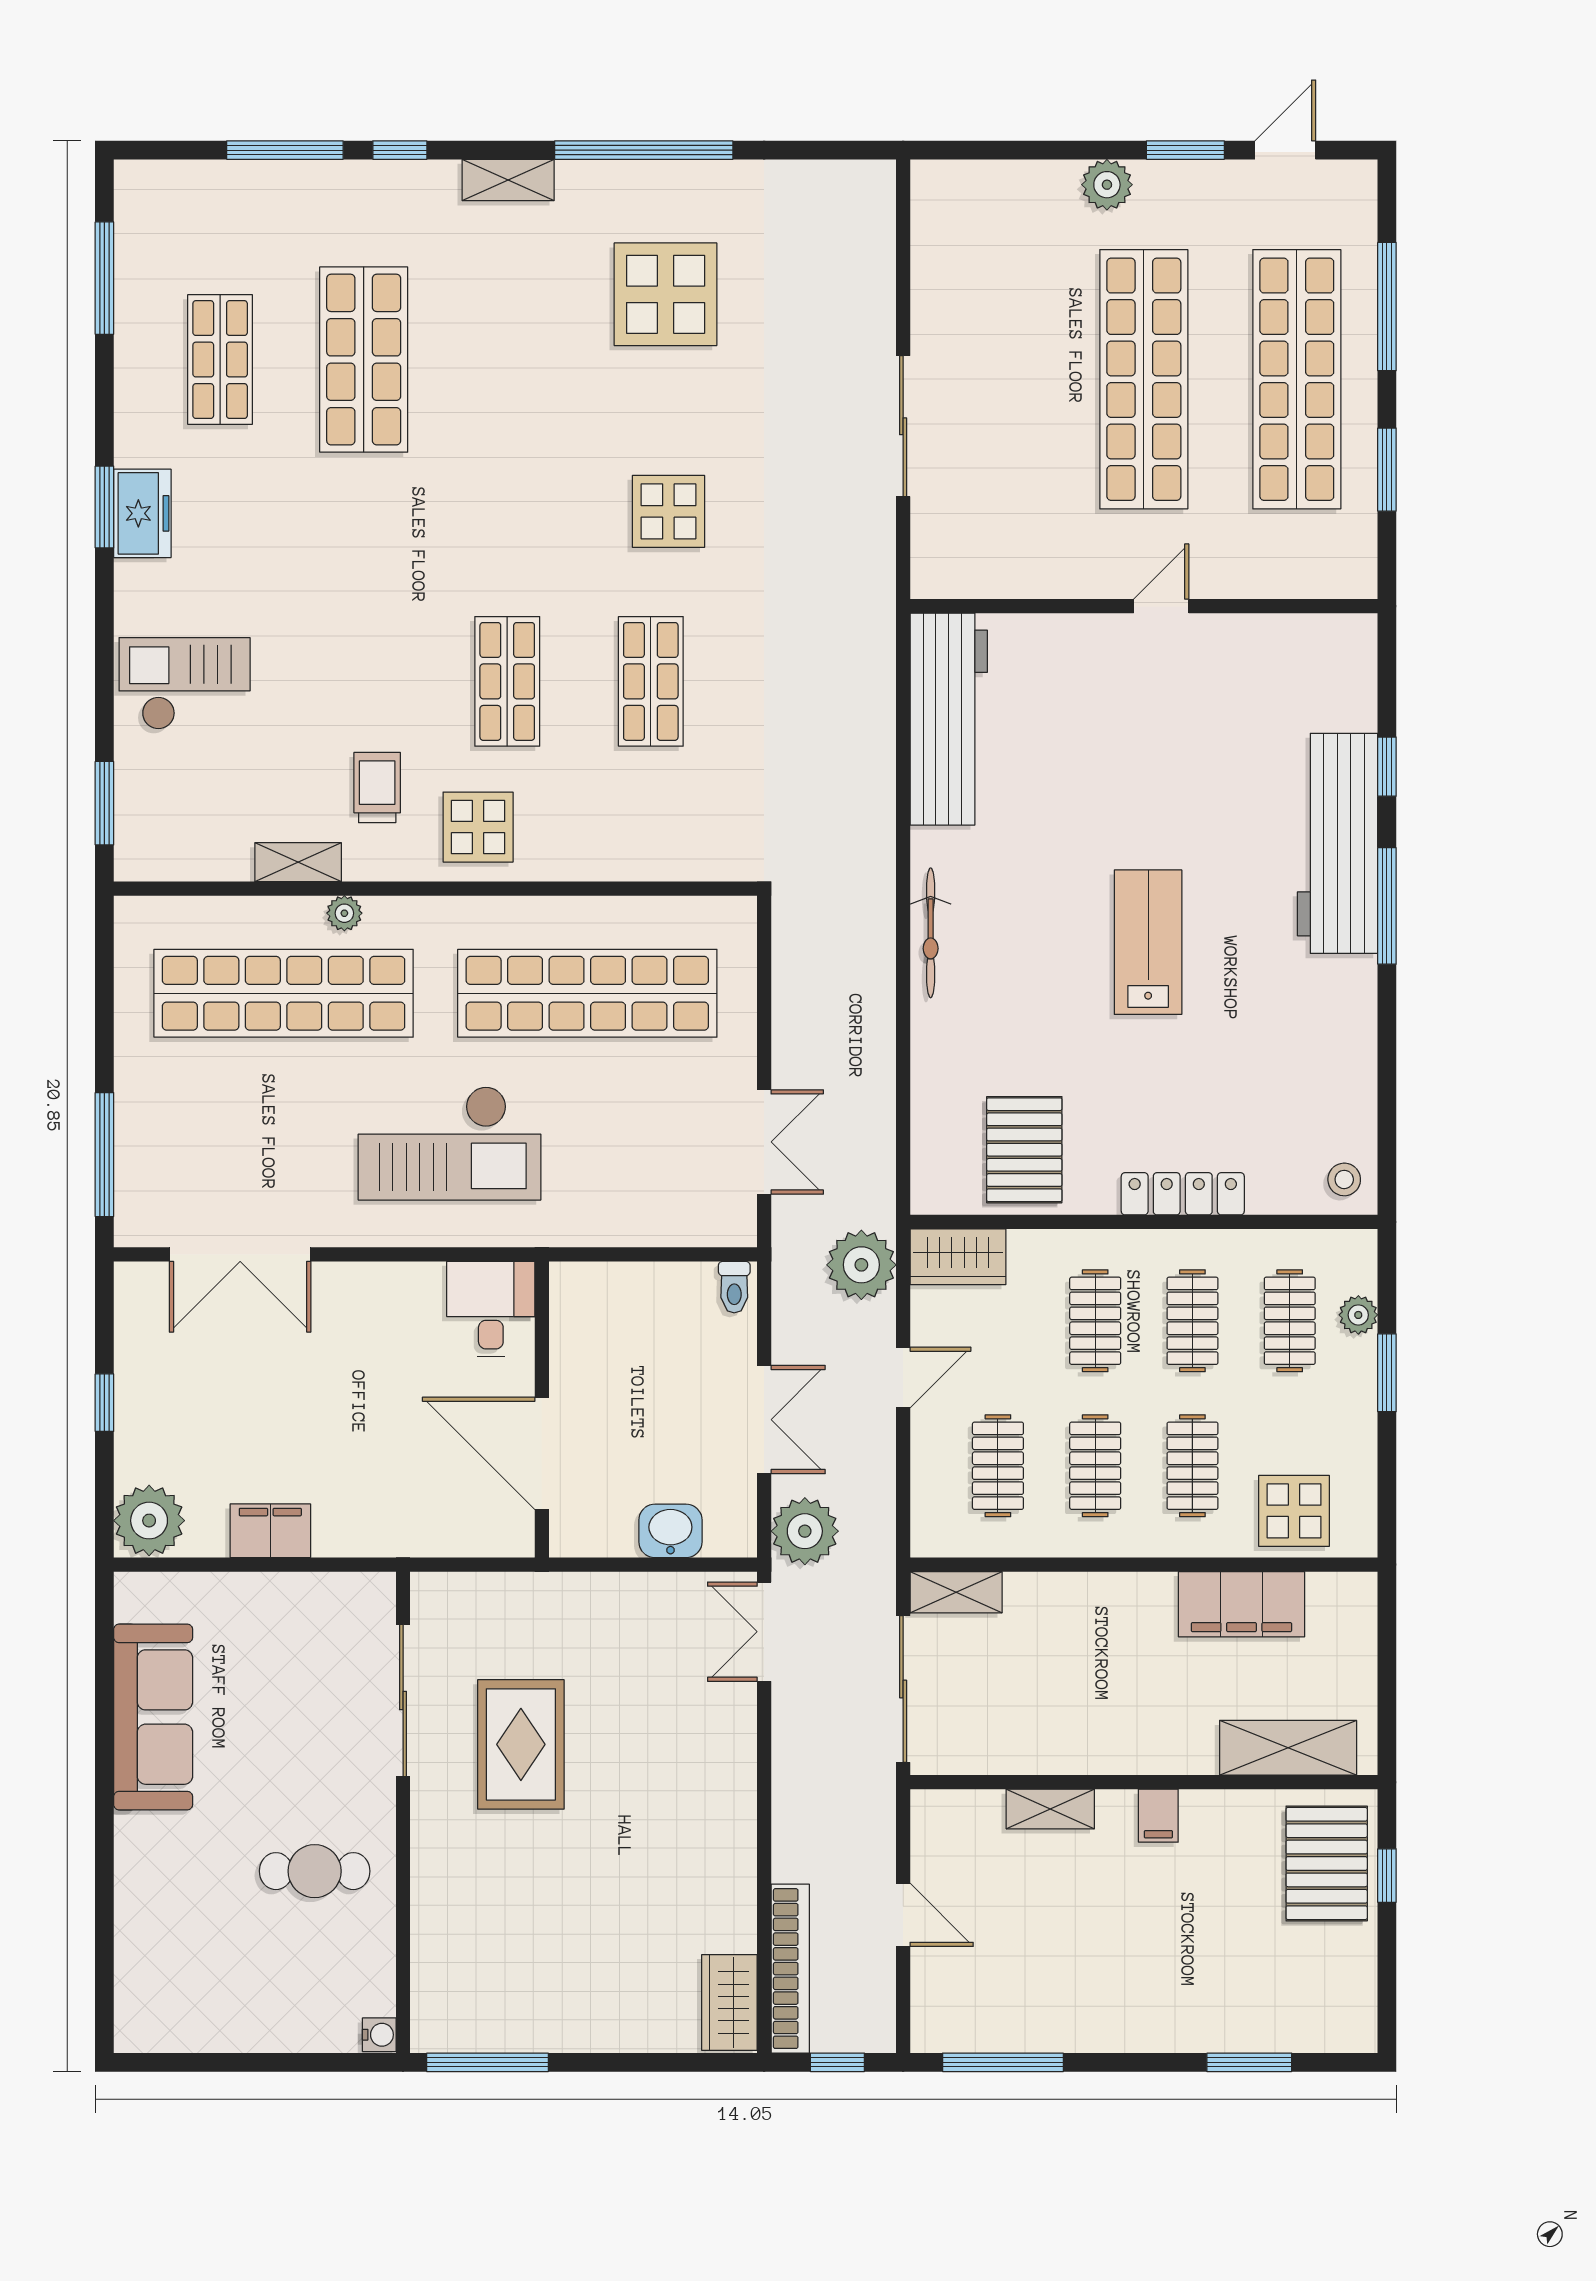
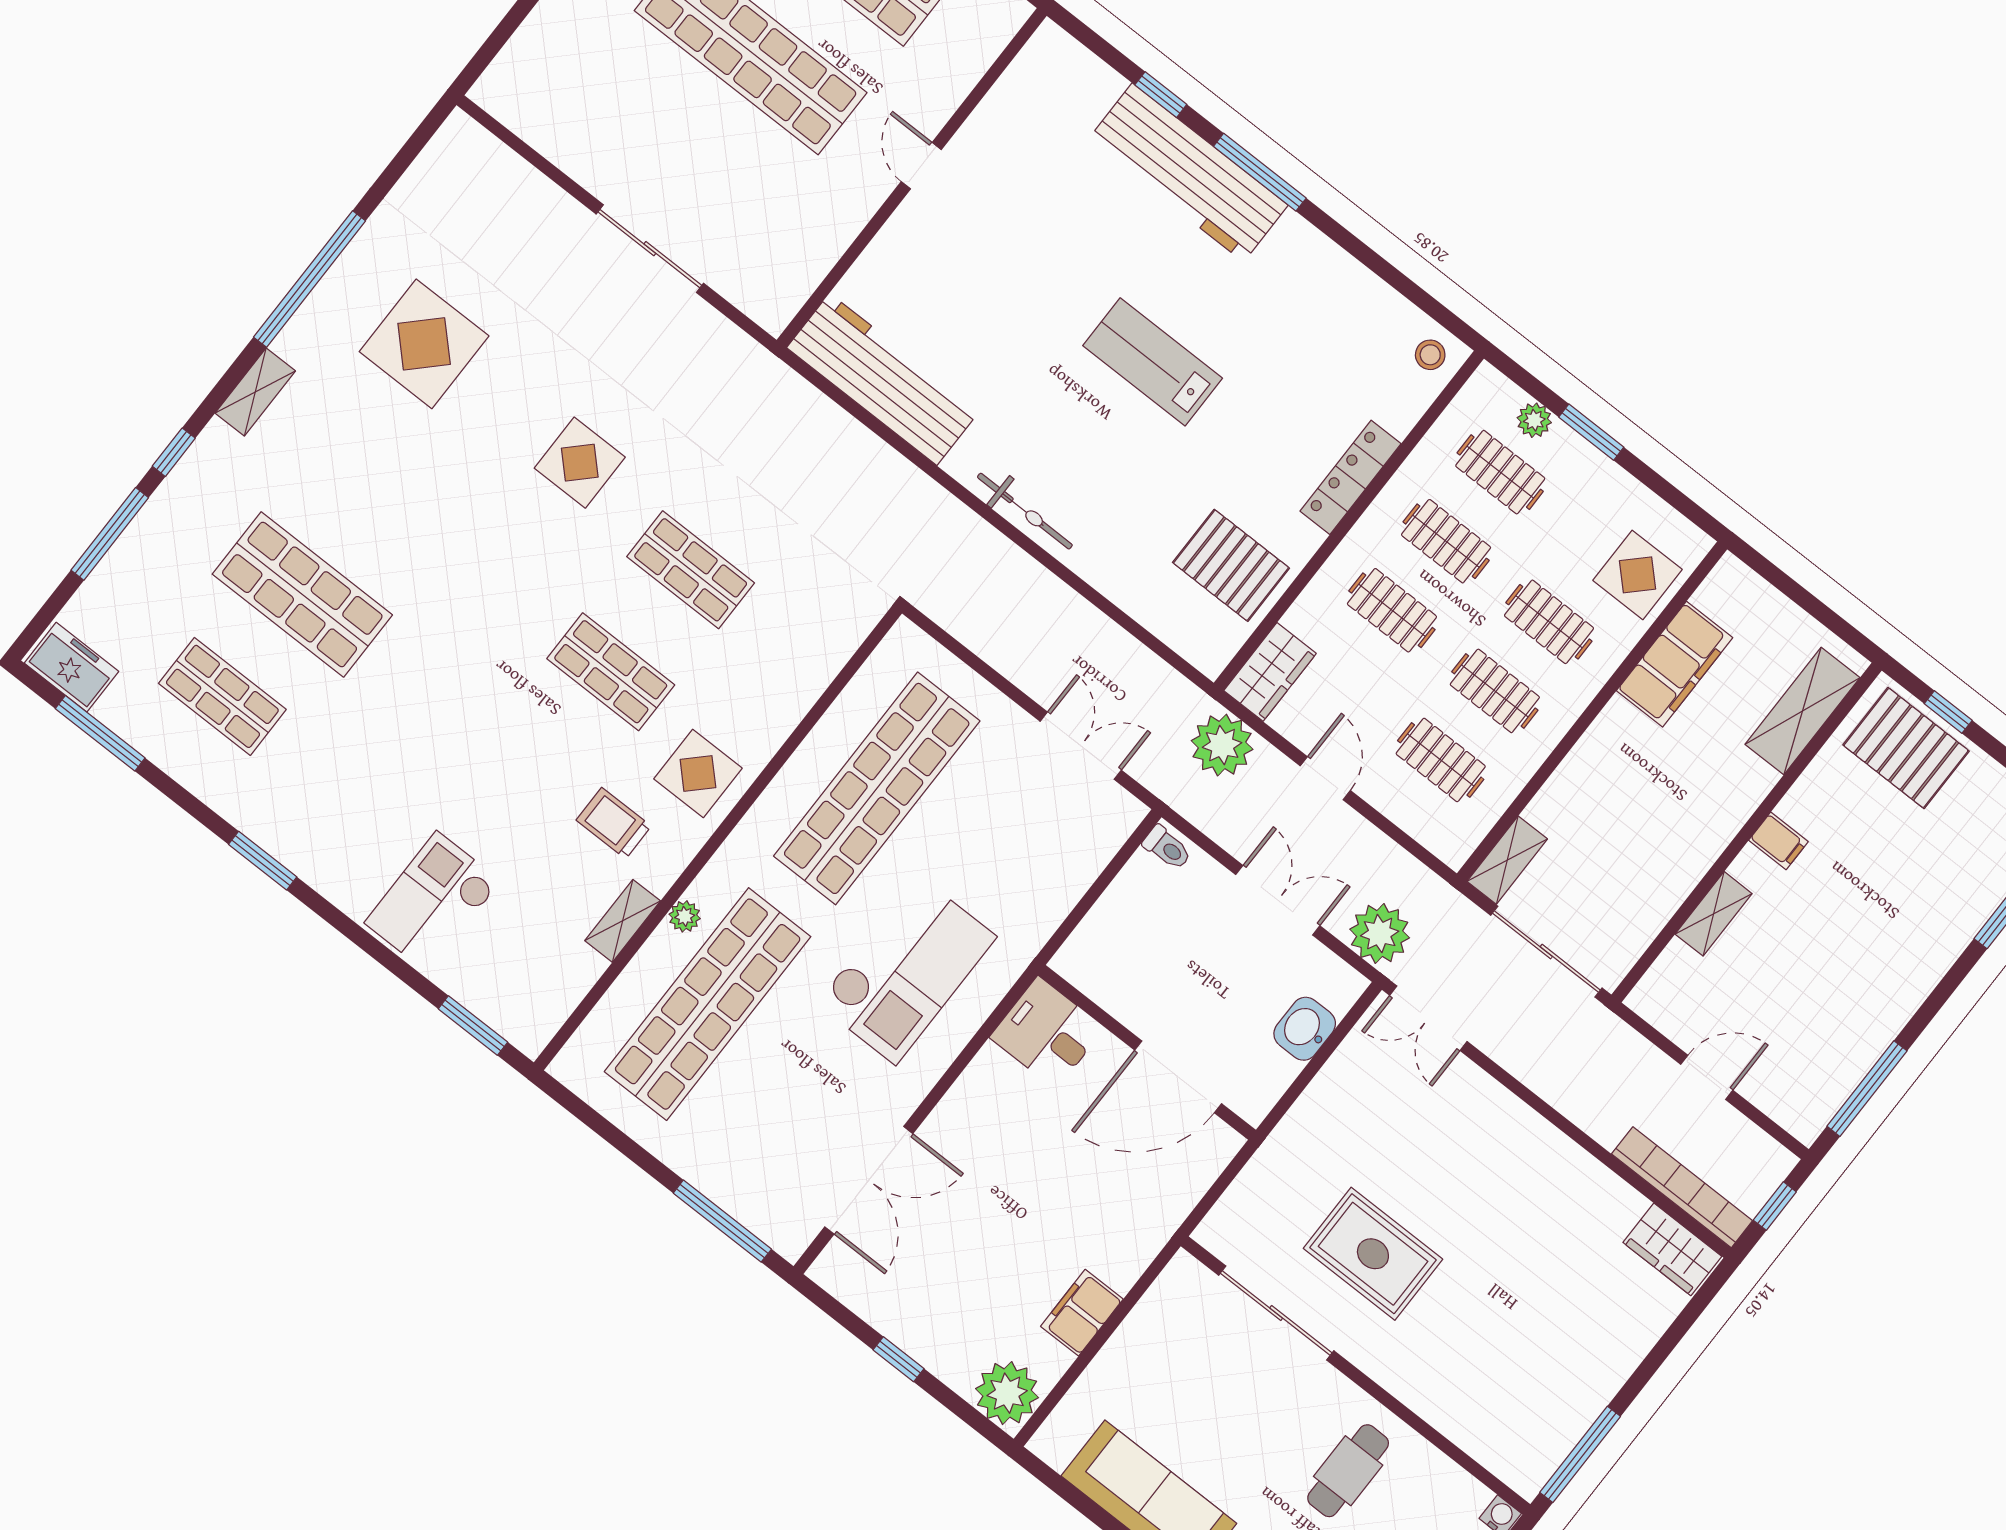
freezer: (142, 513) -> (72, 667), moved

